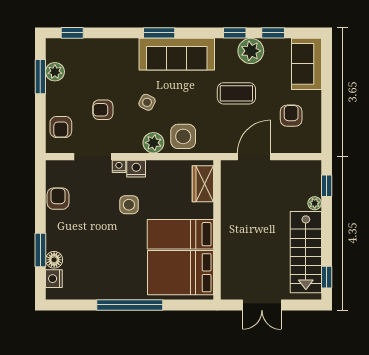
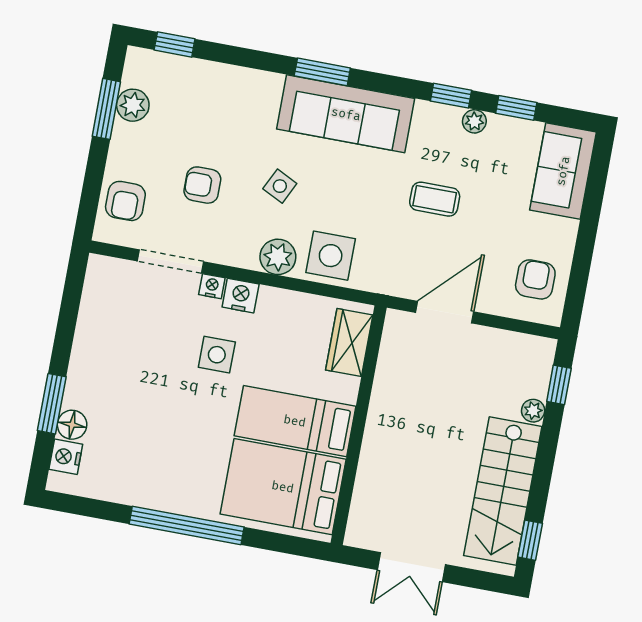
plant: (251, 51) -> (474, 121), width x0.53, depth x0.53
coffee table: (236, 93) -> (435, 199), width x0.73, depth x0.77
armchair: (291, 116) -> (535, 279), moved
armchair: (58, 199) -> (98, 322), removed

